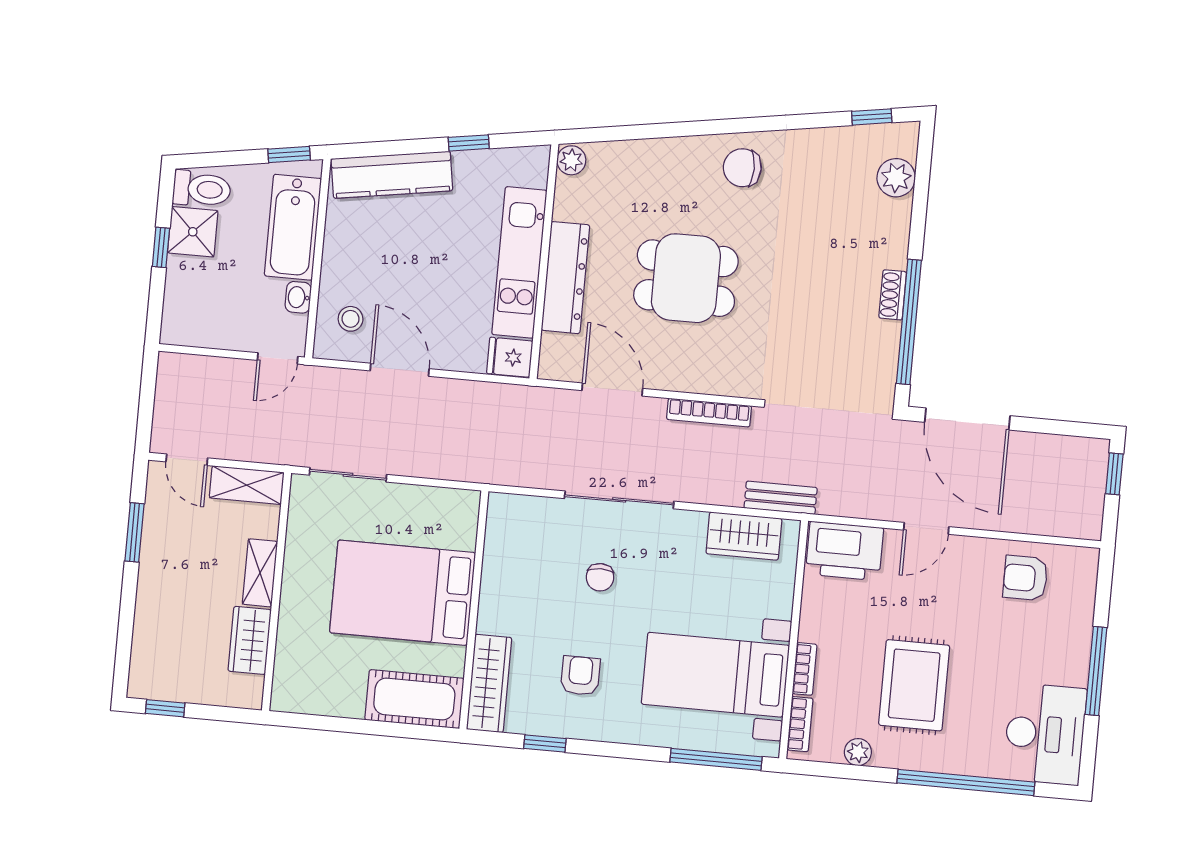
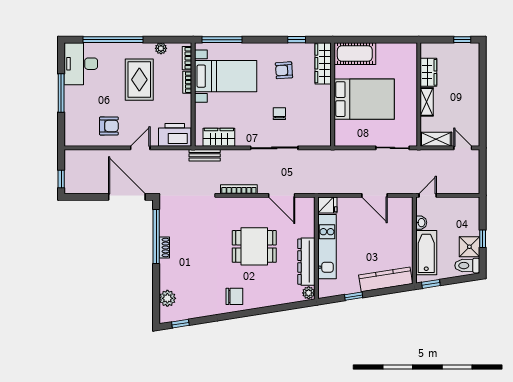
dresser: (565, 278) -> (306, 262), moved
stool: (351, 319) -> (398, 215), removed
window: (135, 532) -> (483, 114), removed
armchair: (1025, 578) -> (109, 126), moved
armchair: (580, 676) -> (284, 70), turned 86

